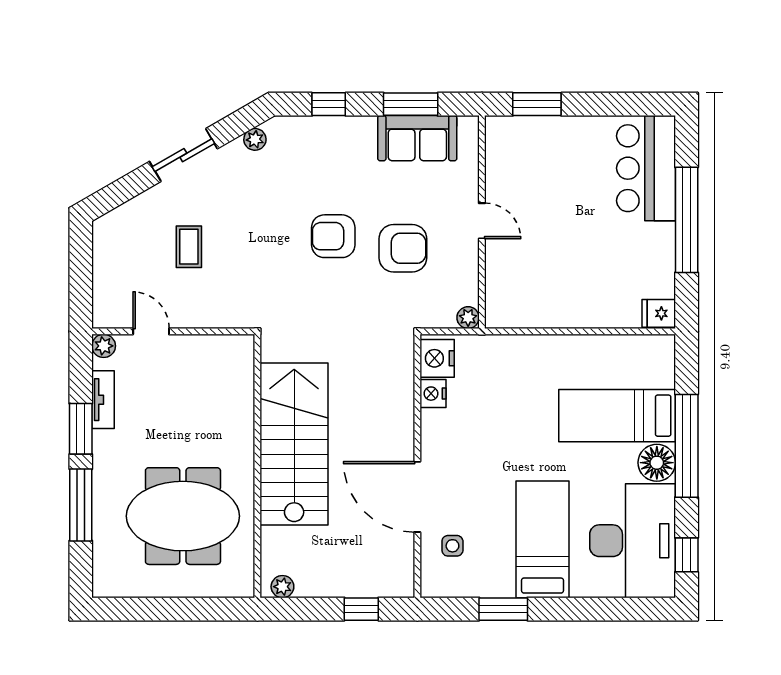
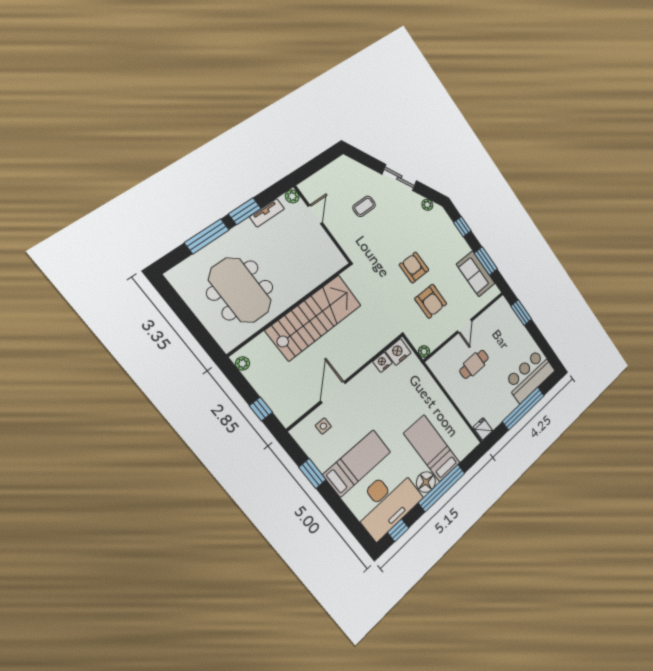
cafe table: (551, 251) -> (474, 364), added
door: (417, 497) -> (333, 392), width x0.73

